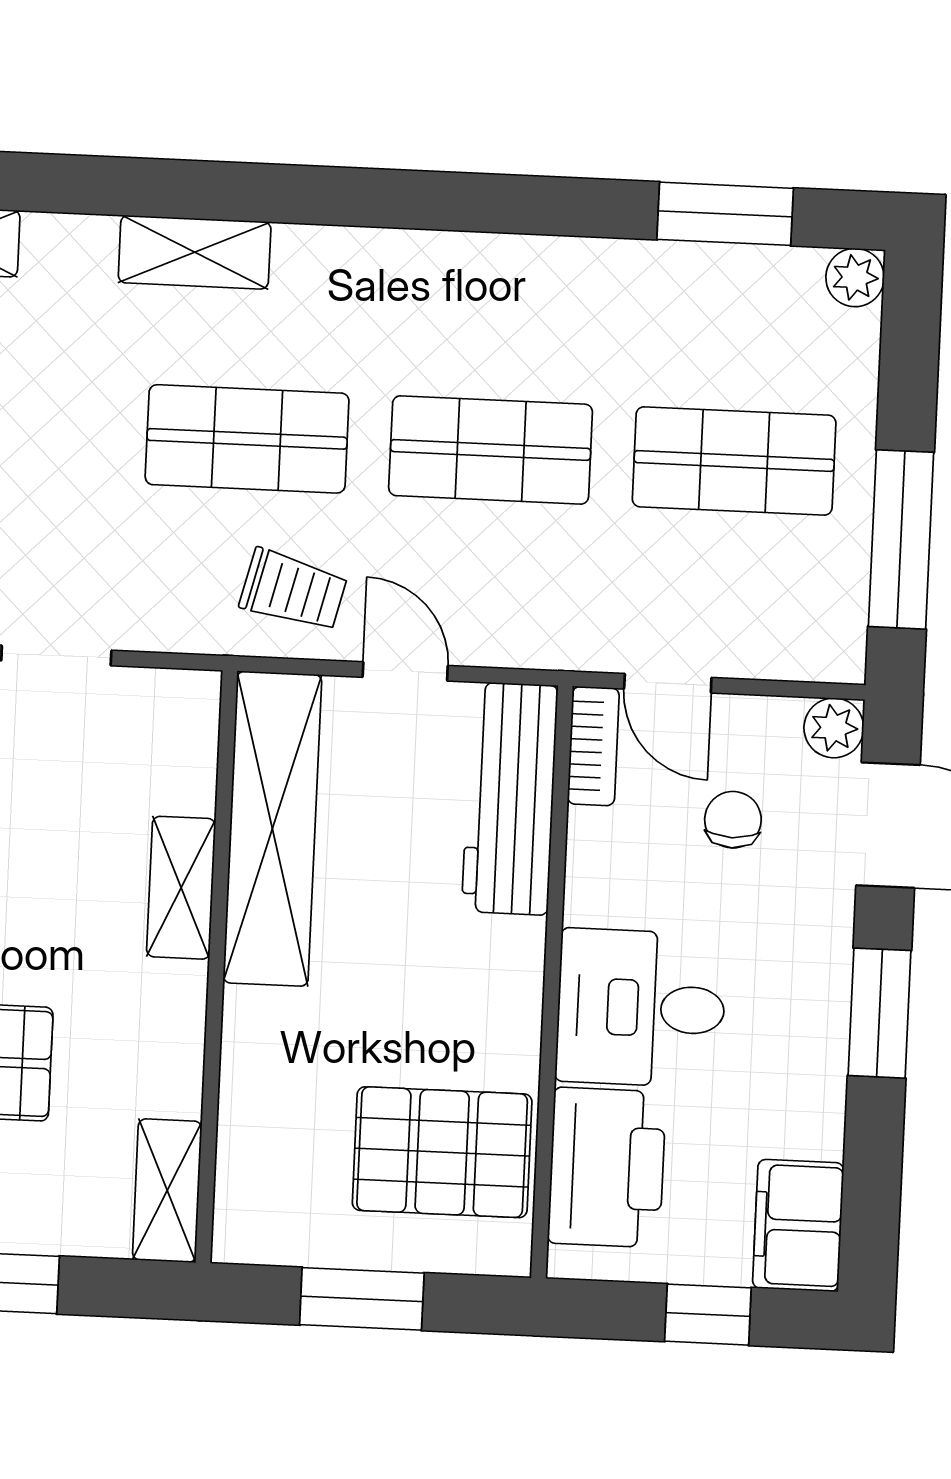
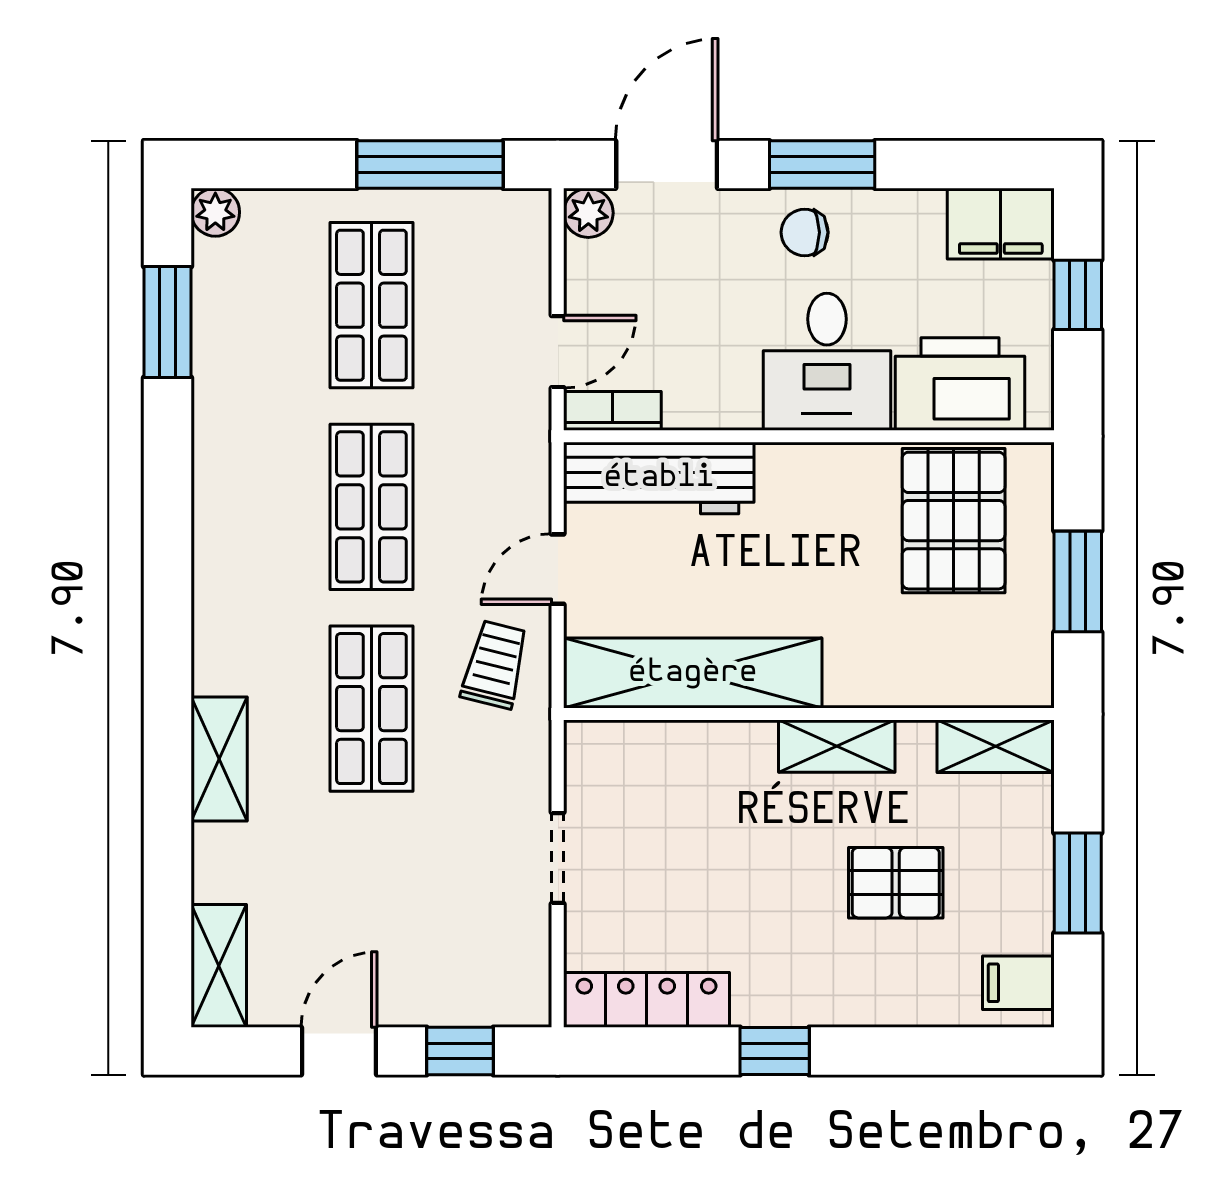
chair: (733, 820) -> (805, 232), moved
shelving: (181, 888) -> (837, 746), moved

